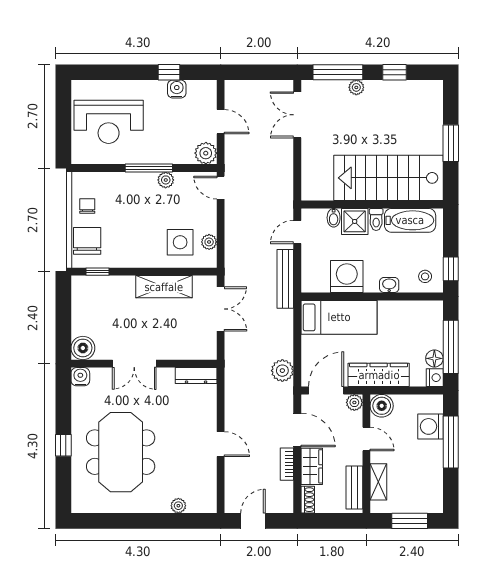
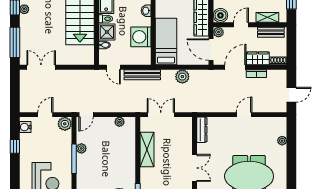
plant: (356, 87) -> (24, 9), moved
water cooler: (177, 89) -> (25, 127), moved
double door: (297, 115) -> (41, 67), swing flipped
side table: (180, 242) -> (120, 140), removed
plant: (282, 371) -> (182, 77), moved
door: (253, 521) -> (291, 95), swing flipped

